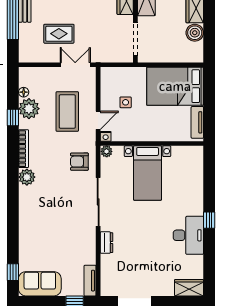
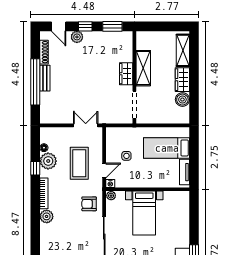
rug: (59, 34) -> (72, 100), removed
bed: (175, 86) -> (167, 148), width x0.67

